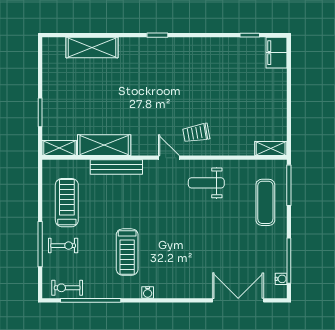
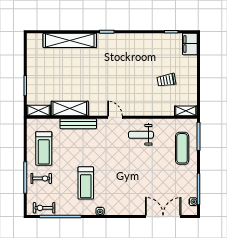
shelving: (92, 47) -> (70, 40), width x1.47
trolley: (196, 133) -> (166, 80), moved
treadmill: (67, 203) -> (44, 148), turned 180

